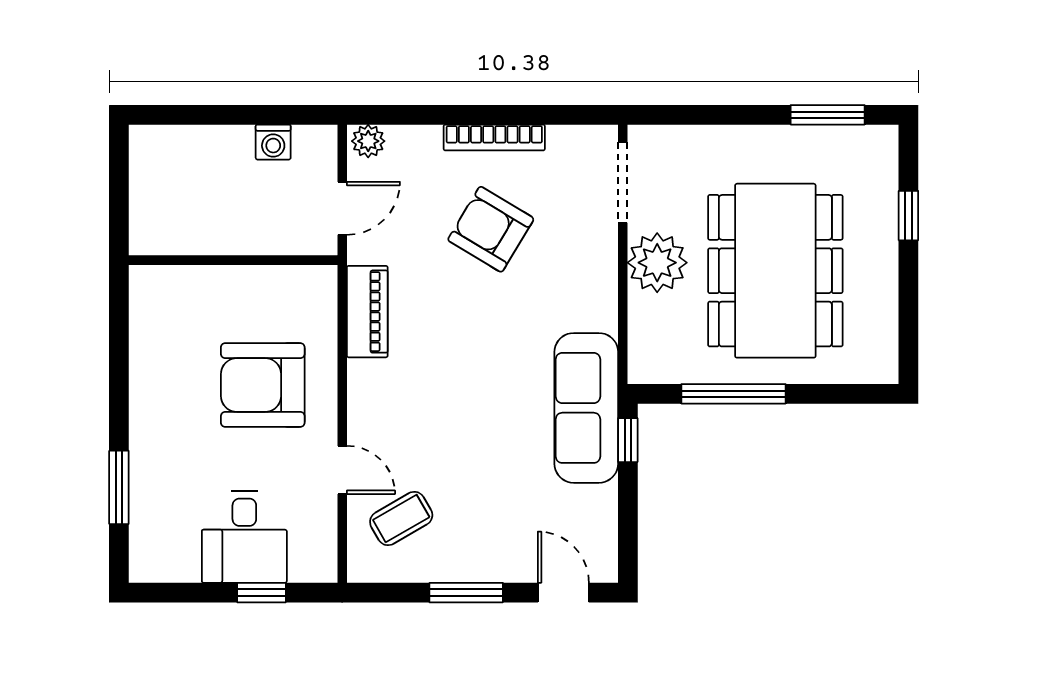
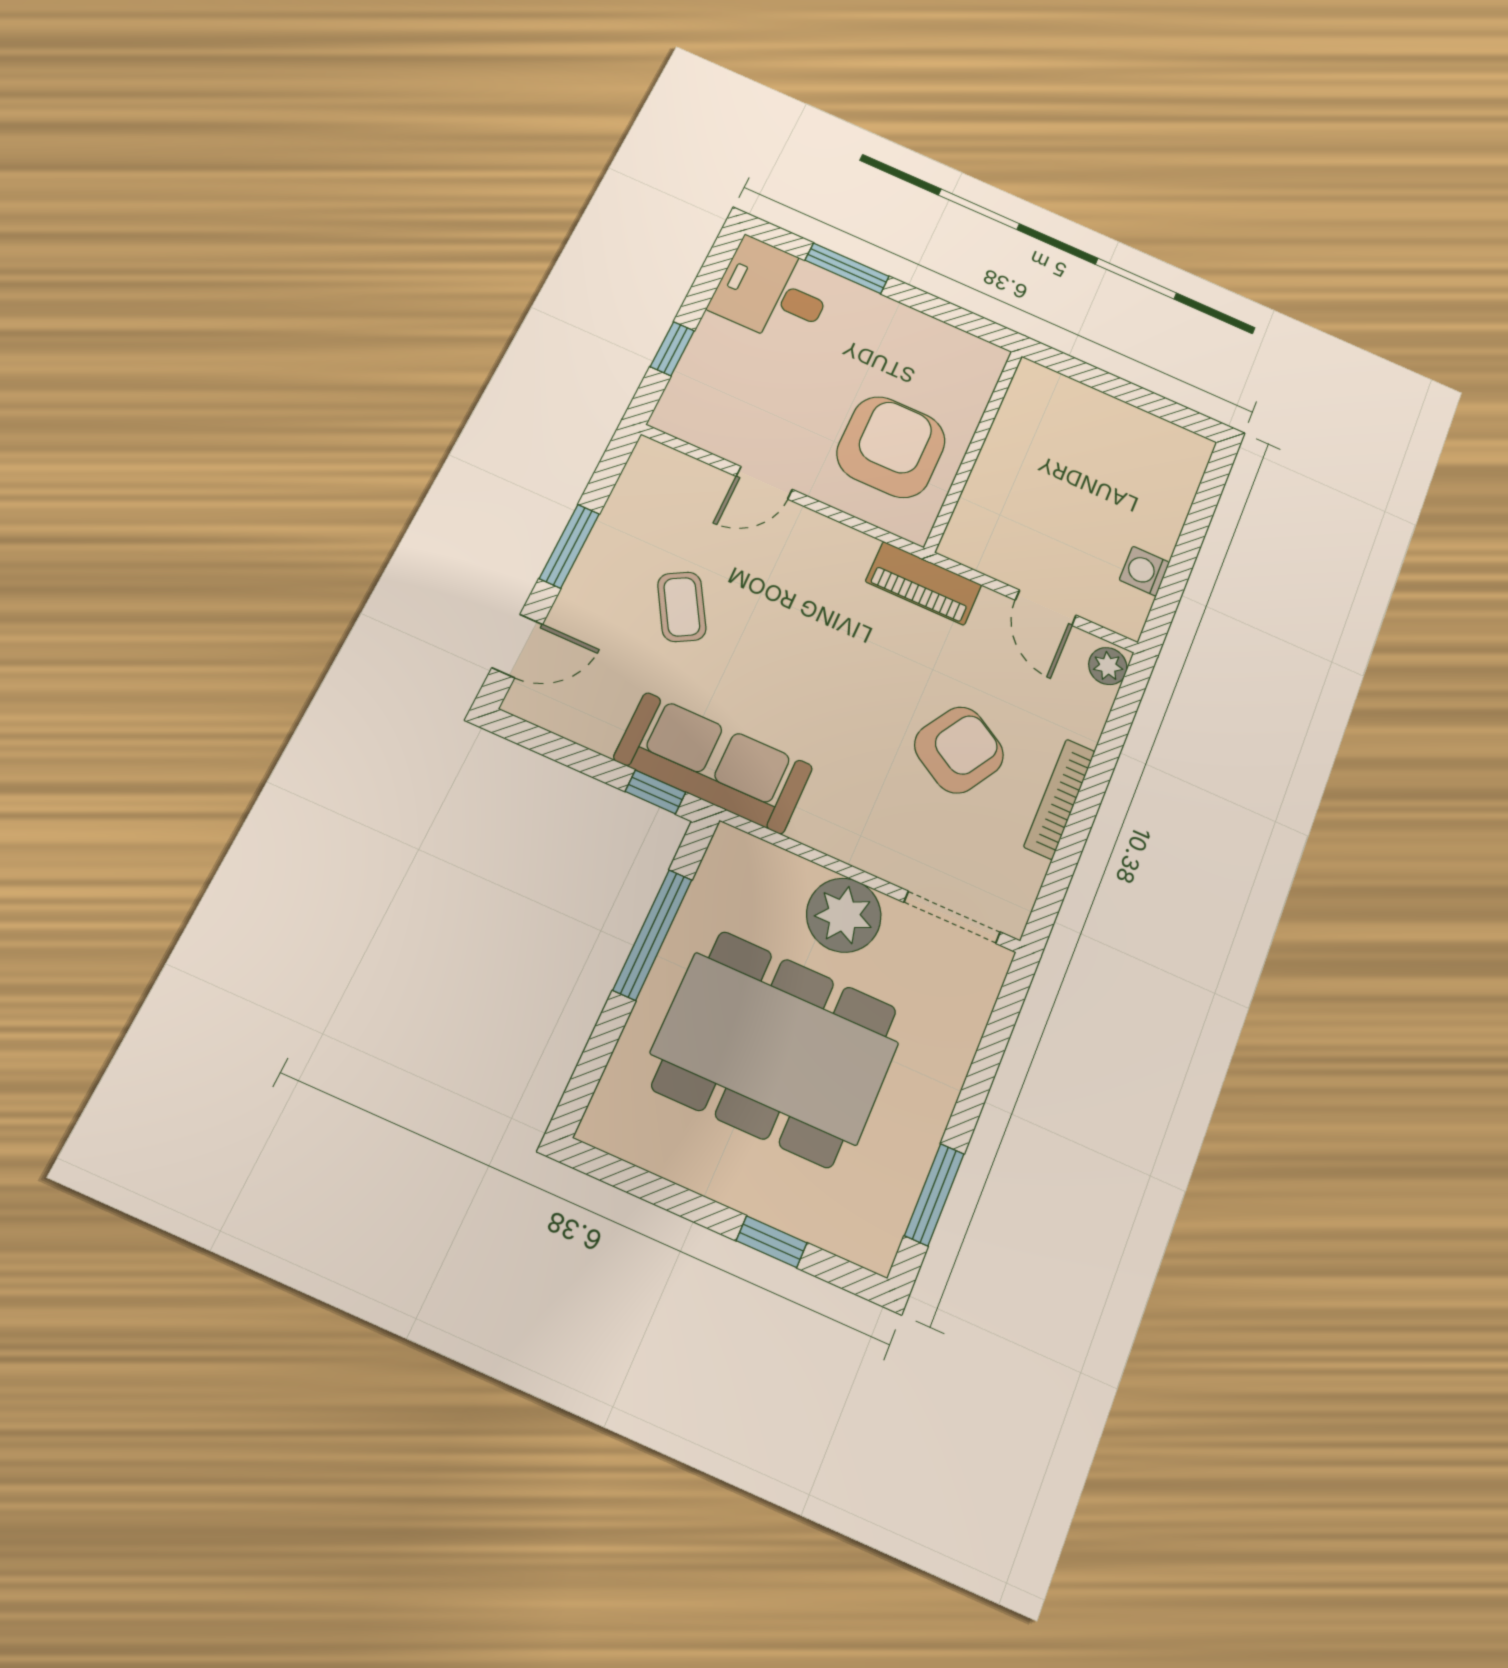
wall: (233, 260) -> (974, 450), moved
coffee table: (401, 518) -> (682, 607), moved
desk: (244, 537) -> (773, 292), moved

